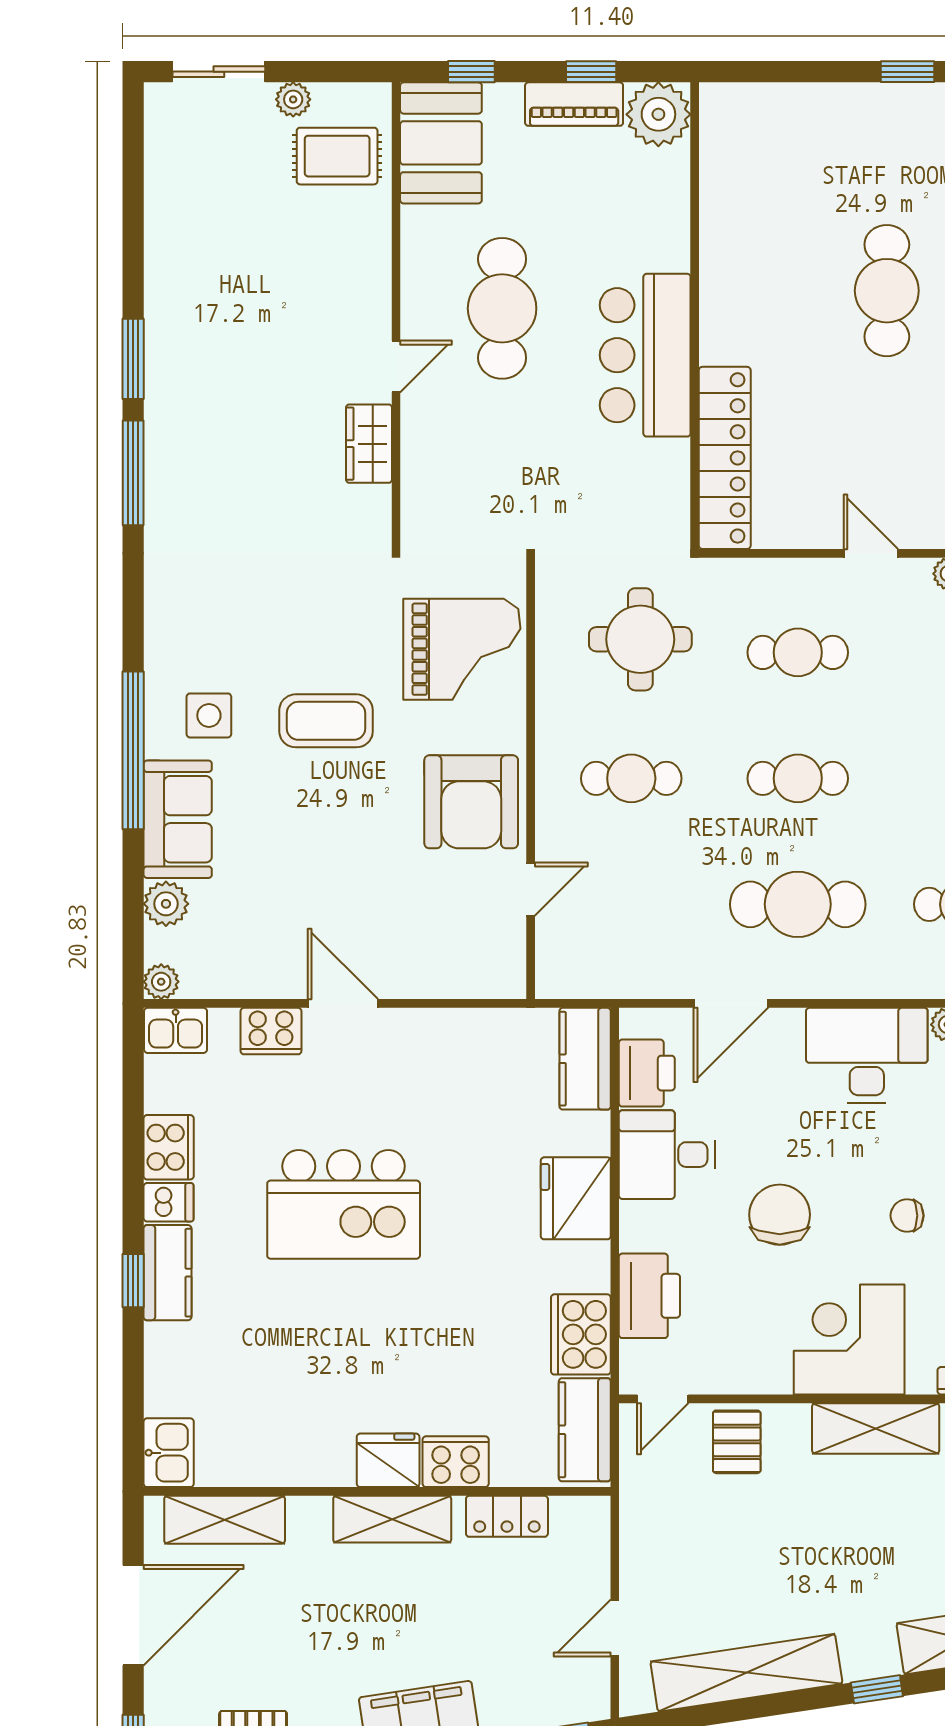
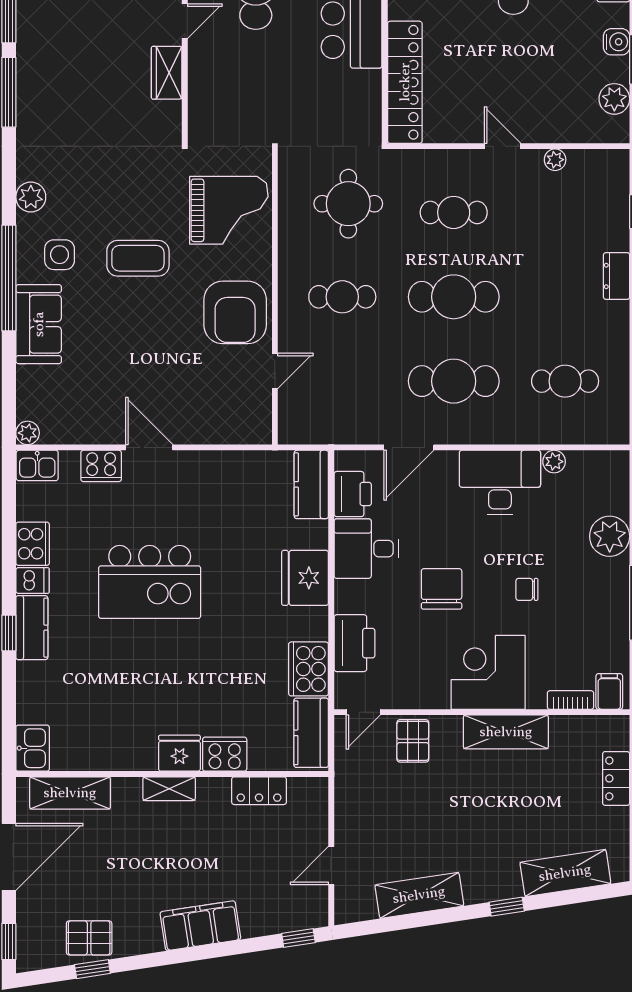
cafe table: (798, 778) -> (454, 297), width x1.37, depth x1.35
plant: (166, 904) -> (31, 197), moved
shelving: (392, 1519) -> (169, 789), width x0.67, depth x0.75
shelving: (746, 1673) -> (419, 895), width x0.68

